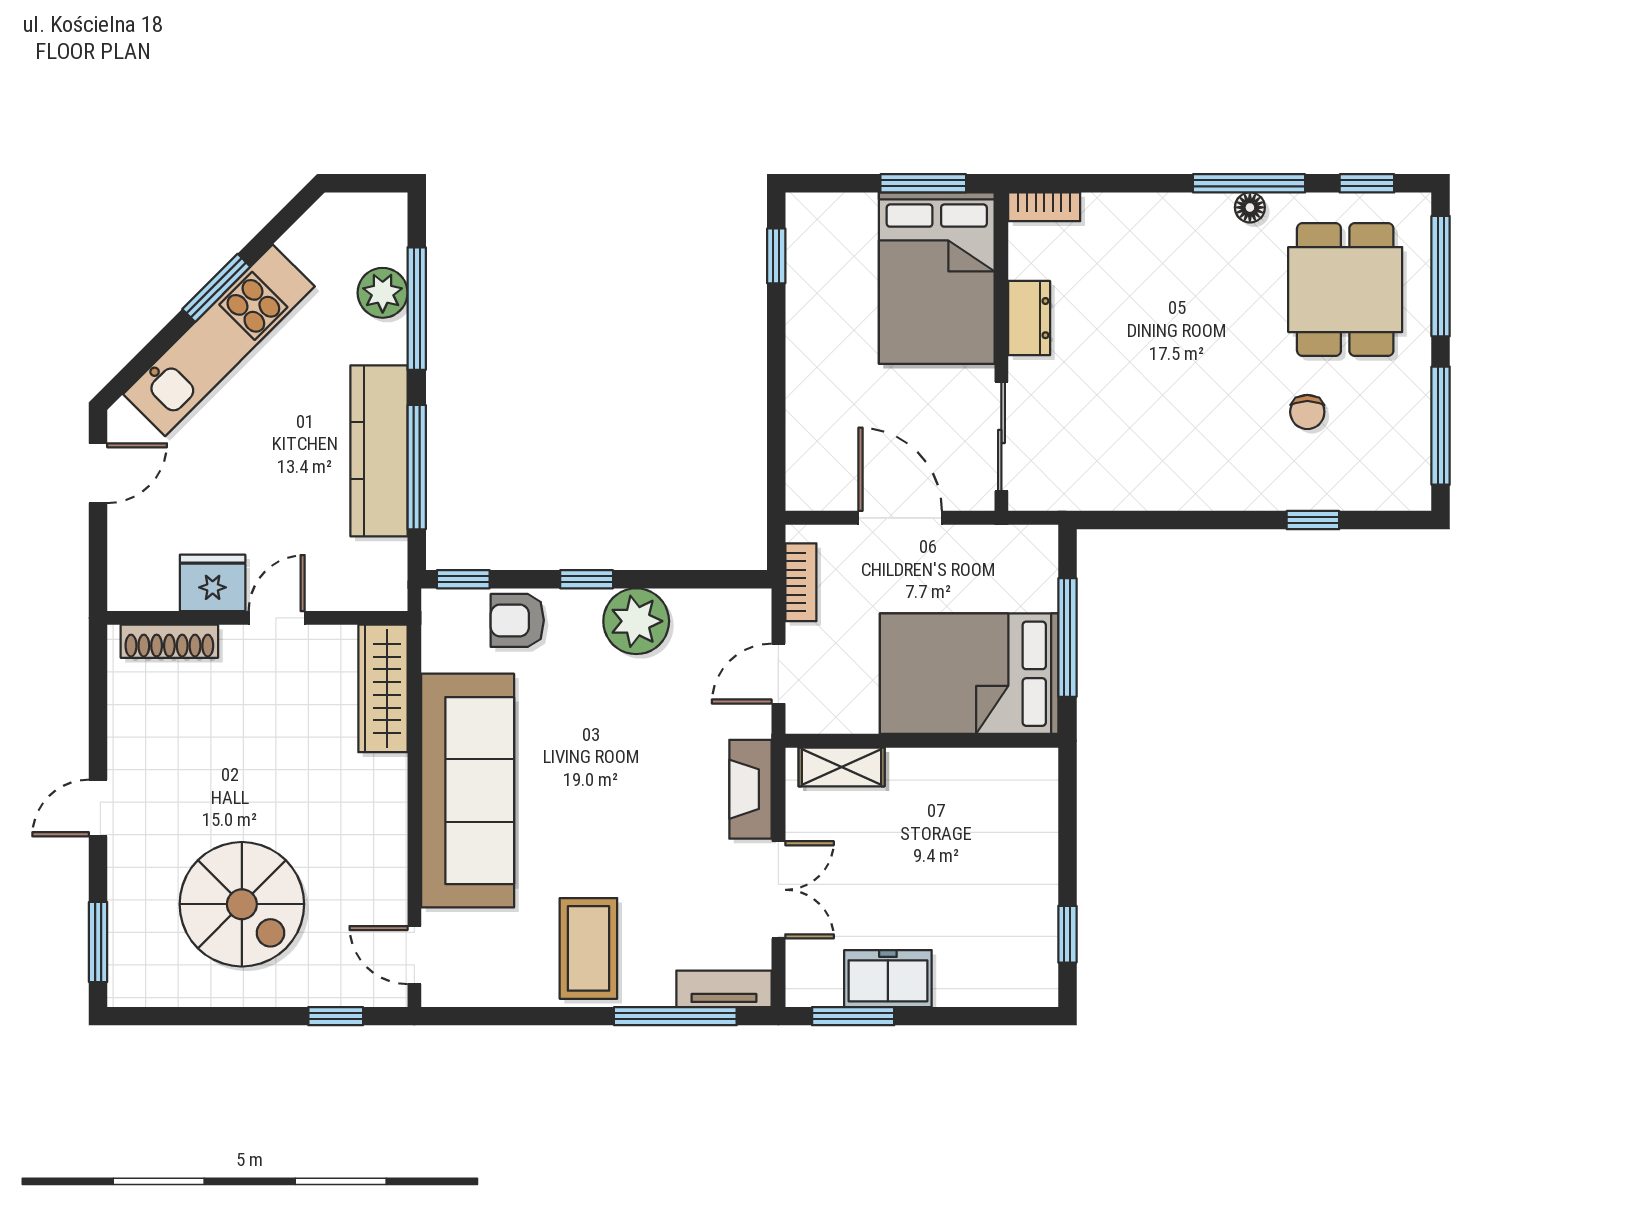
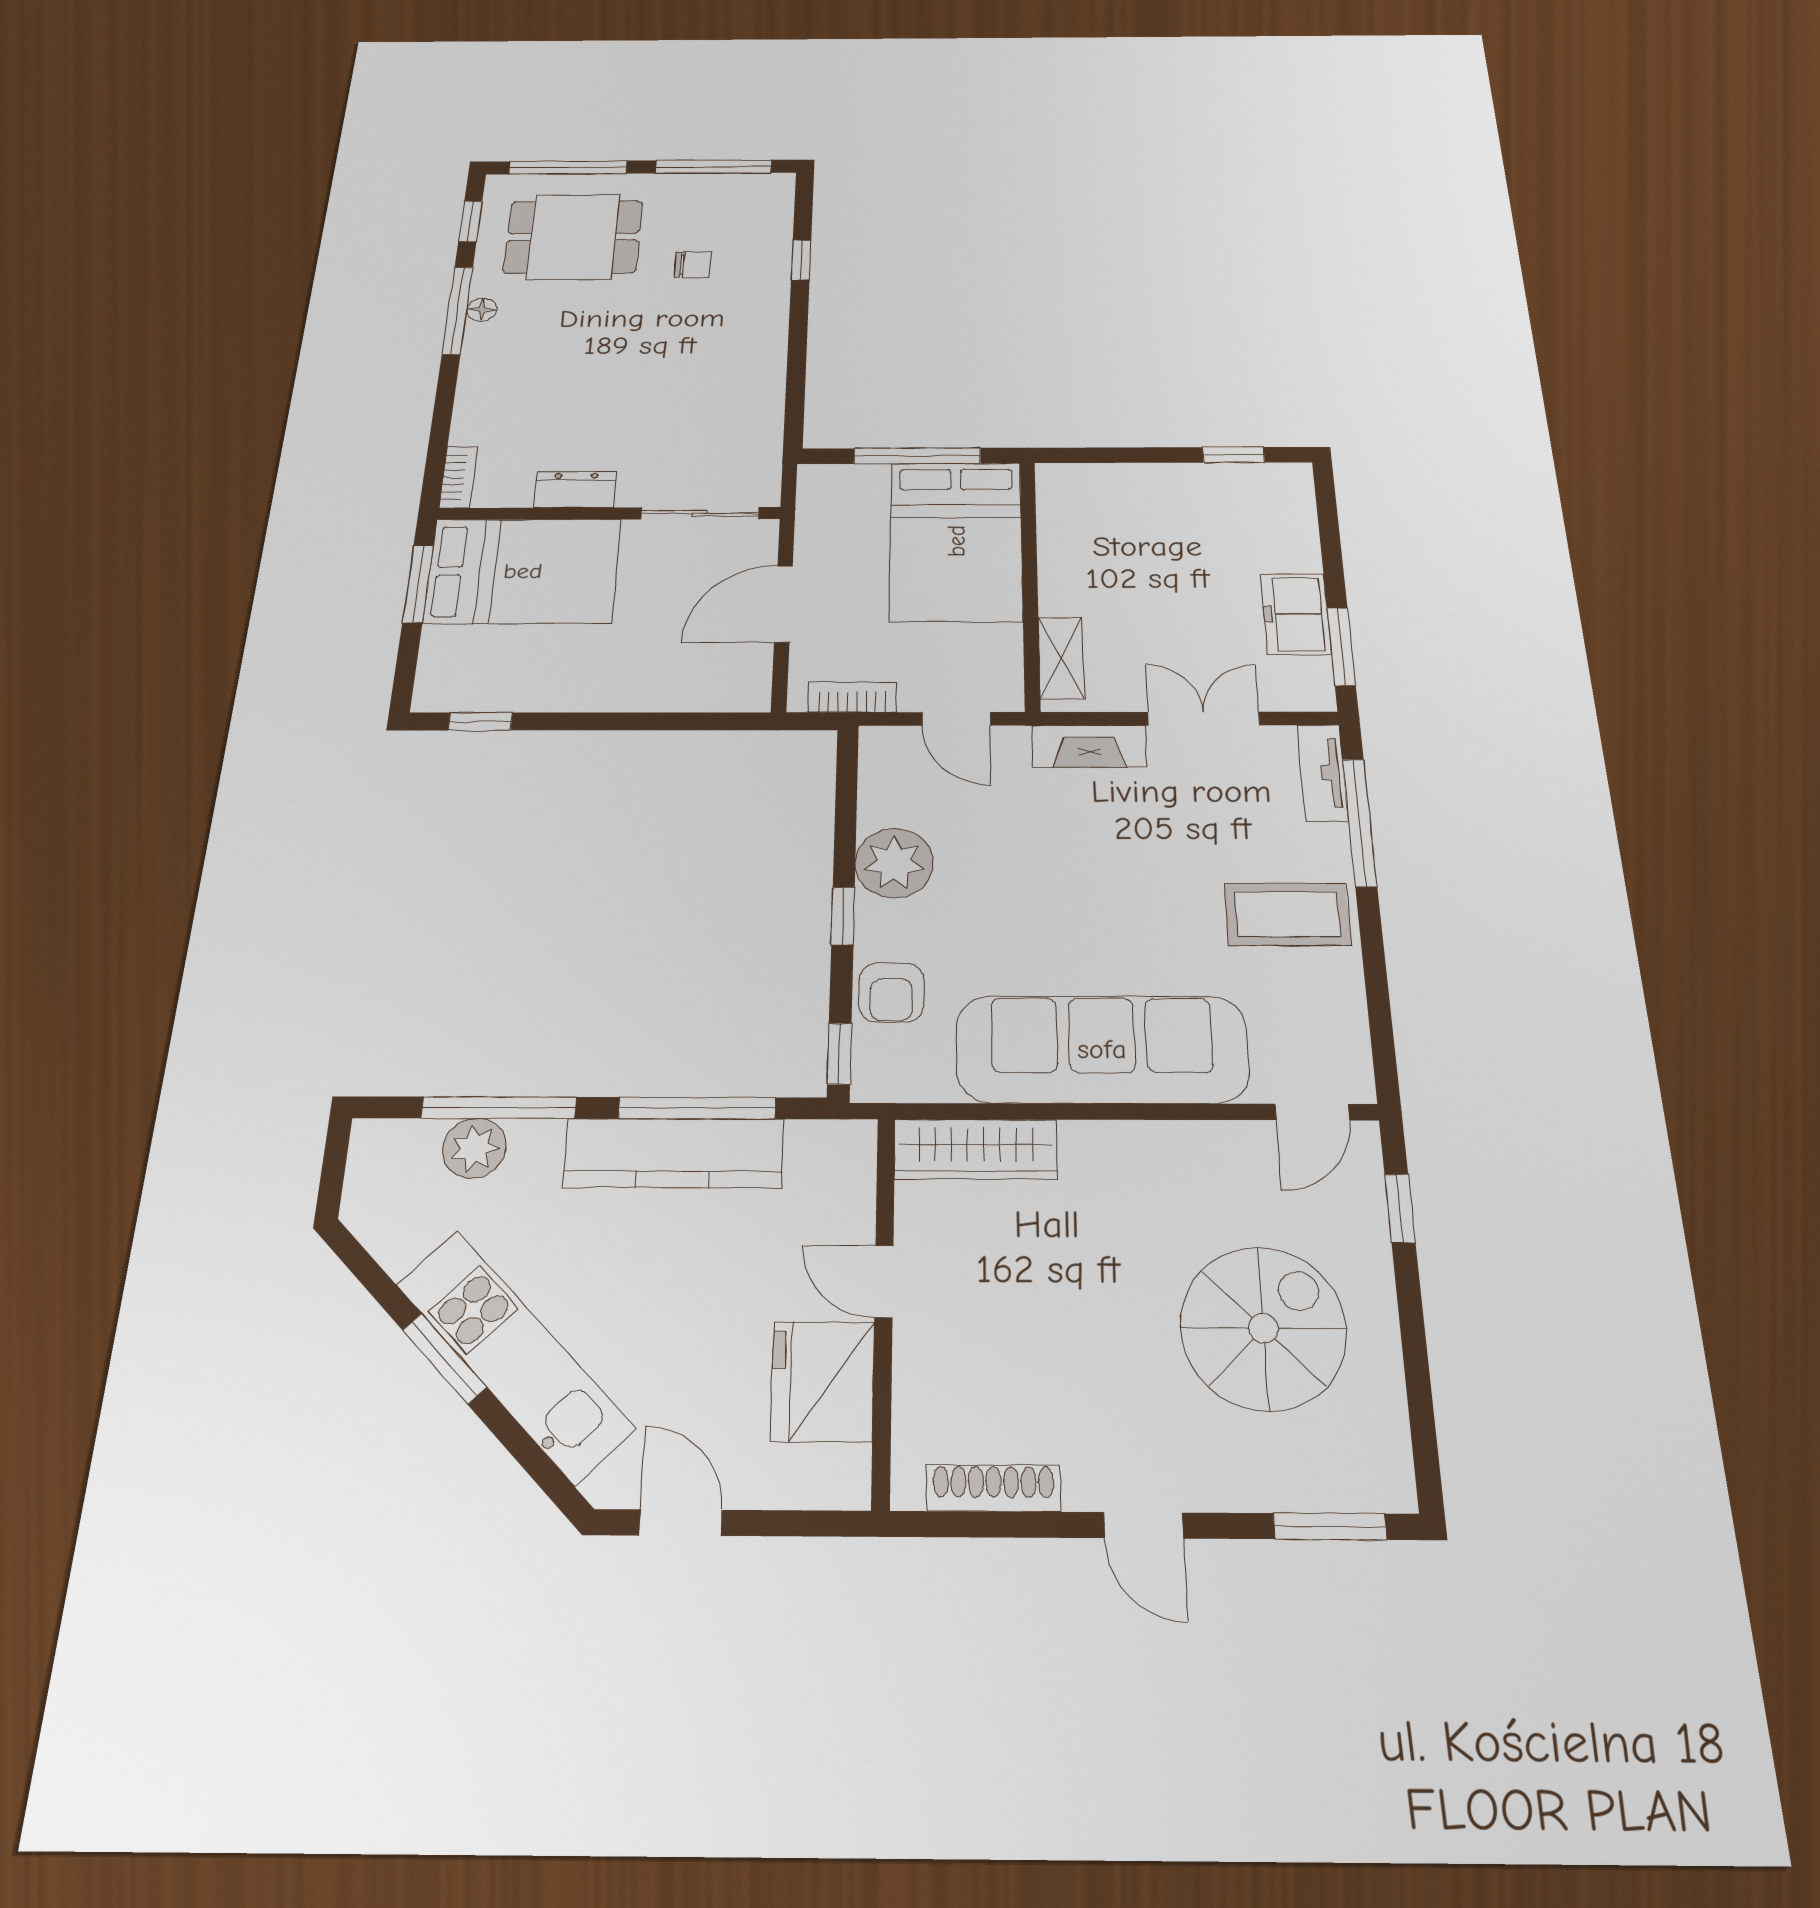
fridge: (213, 583) -> (823, 1381), width x1.36, depth x1.34
shoe rack: (169, 641) -> (993, 1488), moved, turned -90

